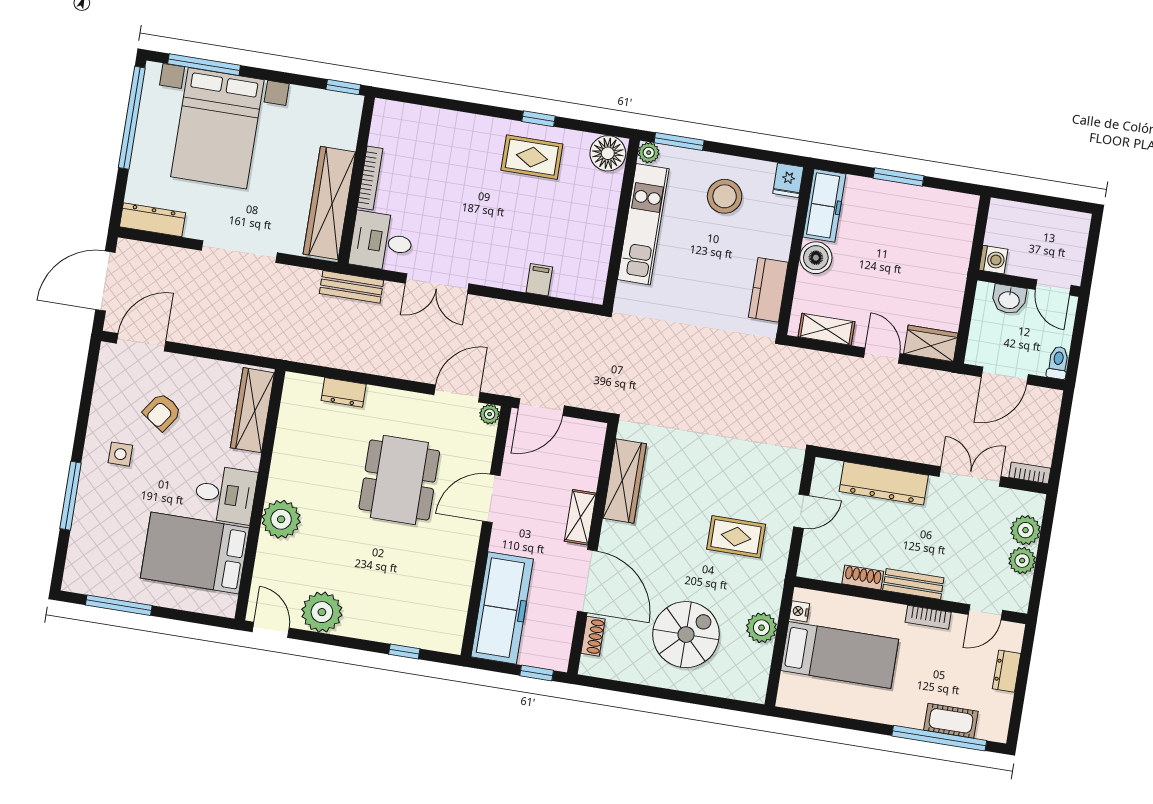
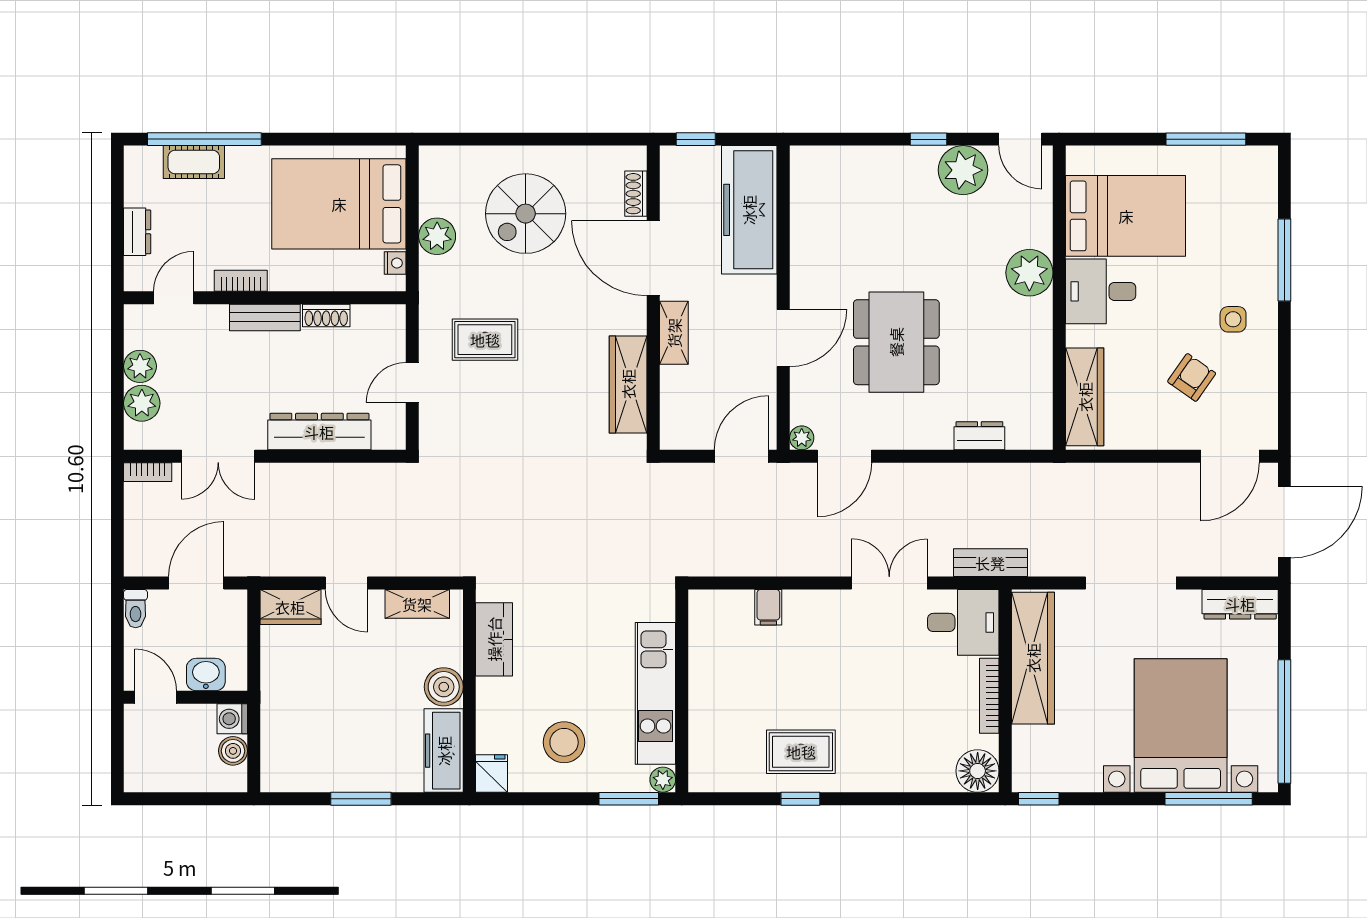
floor lamp: (608, 153) -> (978, 771), moved
boiler: (997, 233) -> (233, 751), added
window: (404, 651) -> (928, 139), moved
bed: (840, 655) -> (339, 204), width x1.50

